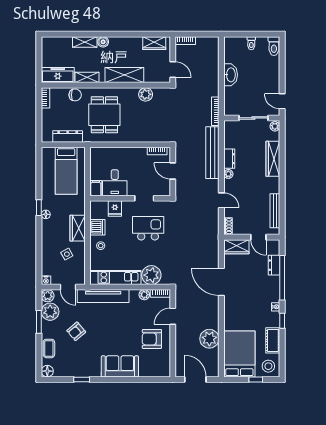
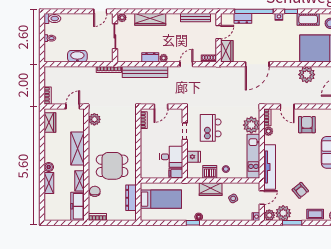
plant: (146, 94) -> (94, 119), moved
armchair: (152, 339) -> (307, 125), turned 180

